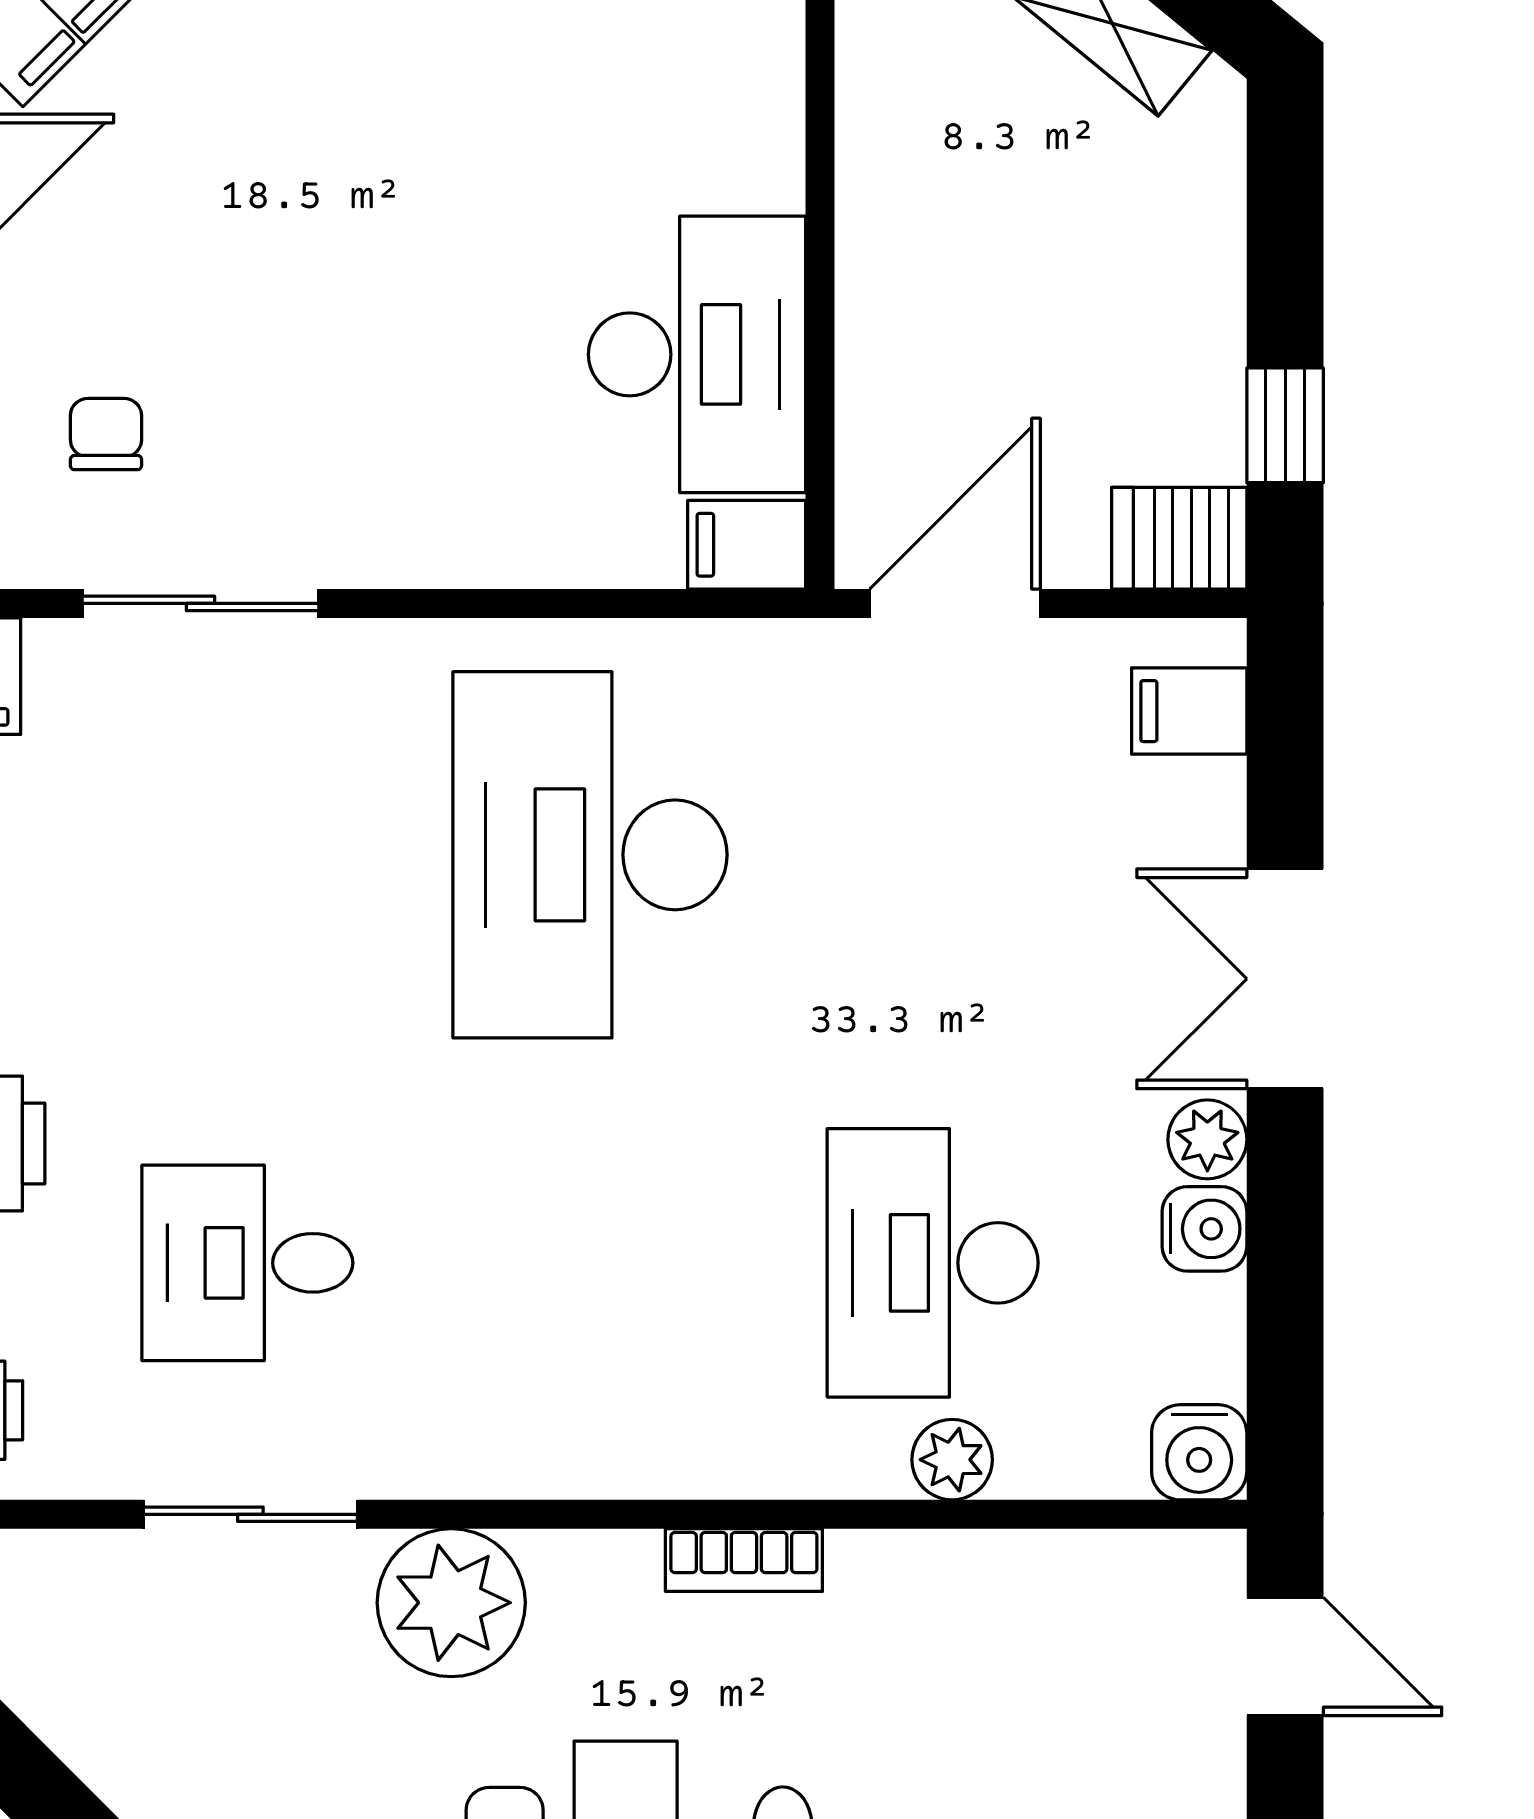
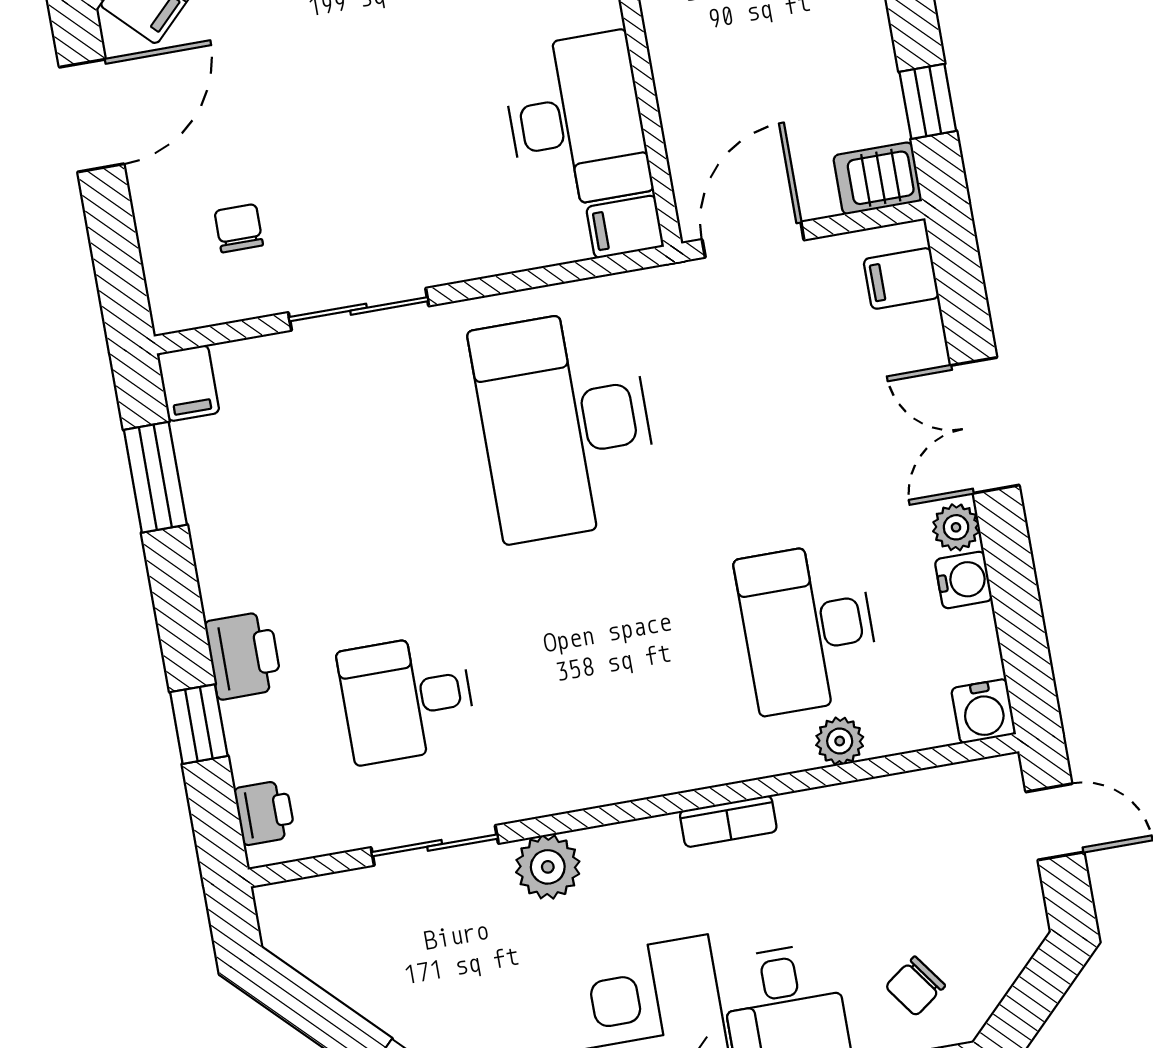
sliding door: (201, 603) -> (359, 309), moved
plant: (451, 1603) -> (548, 867), width x0.73, depth x0.73

